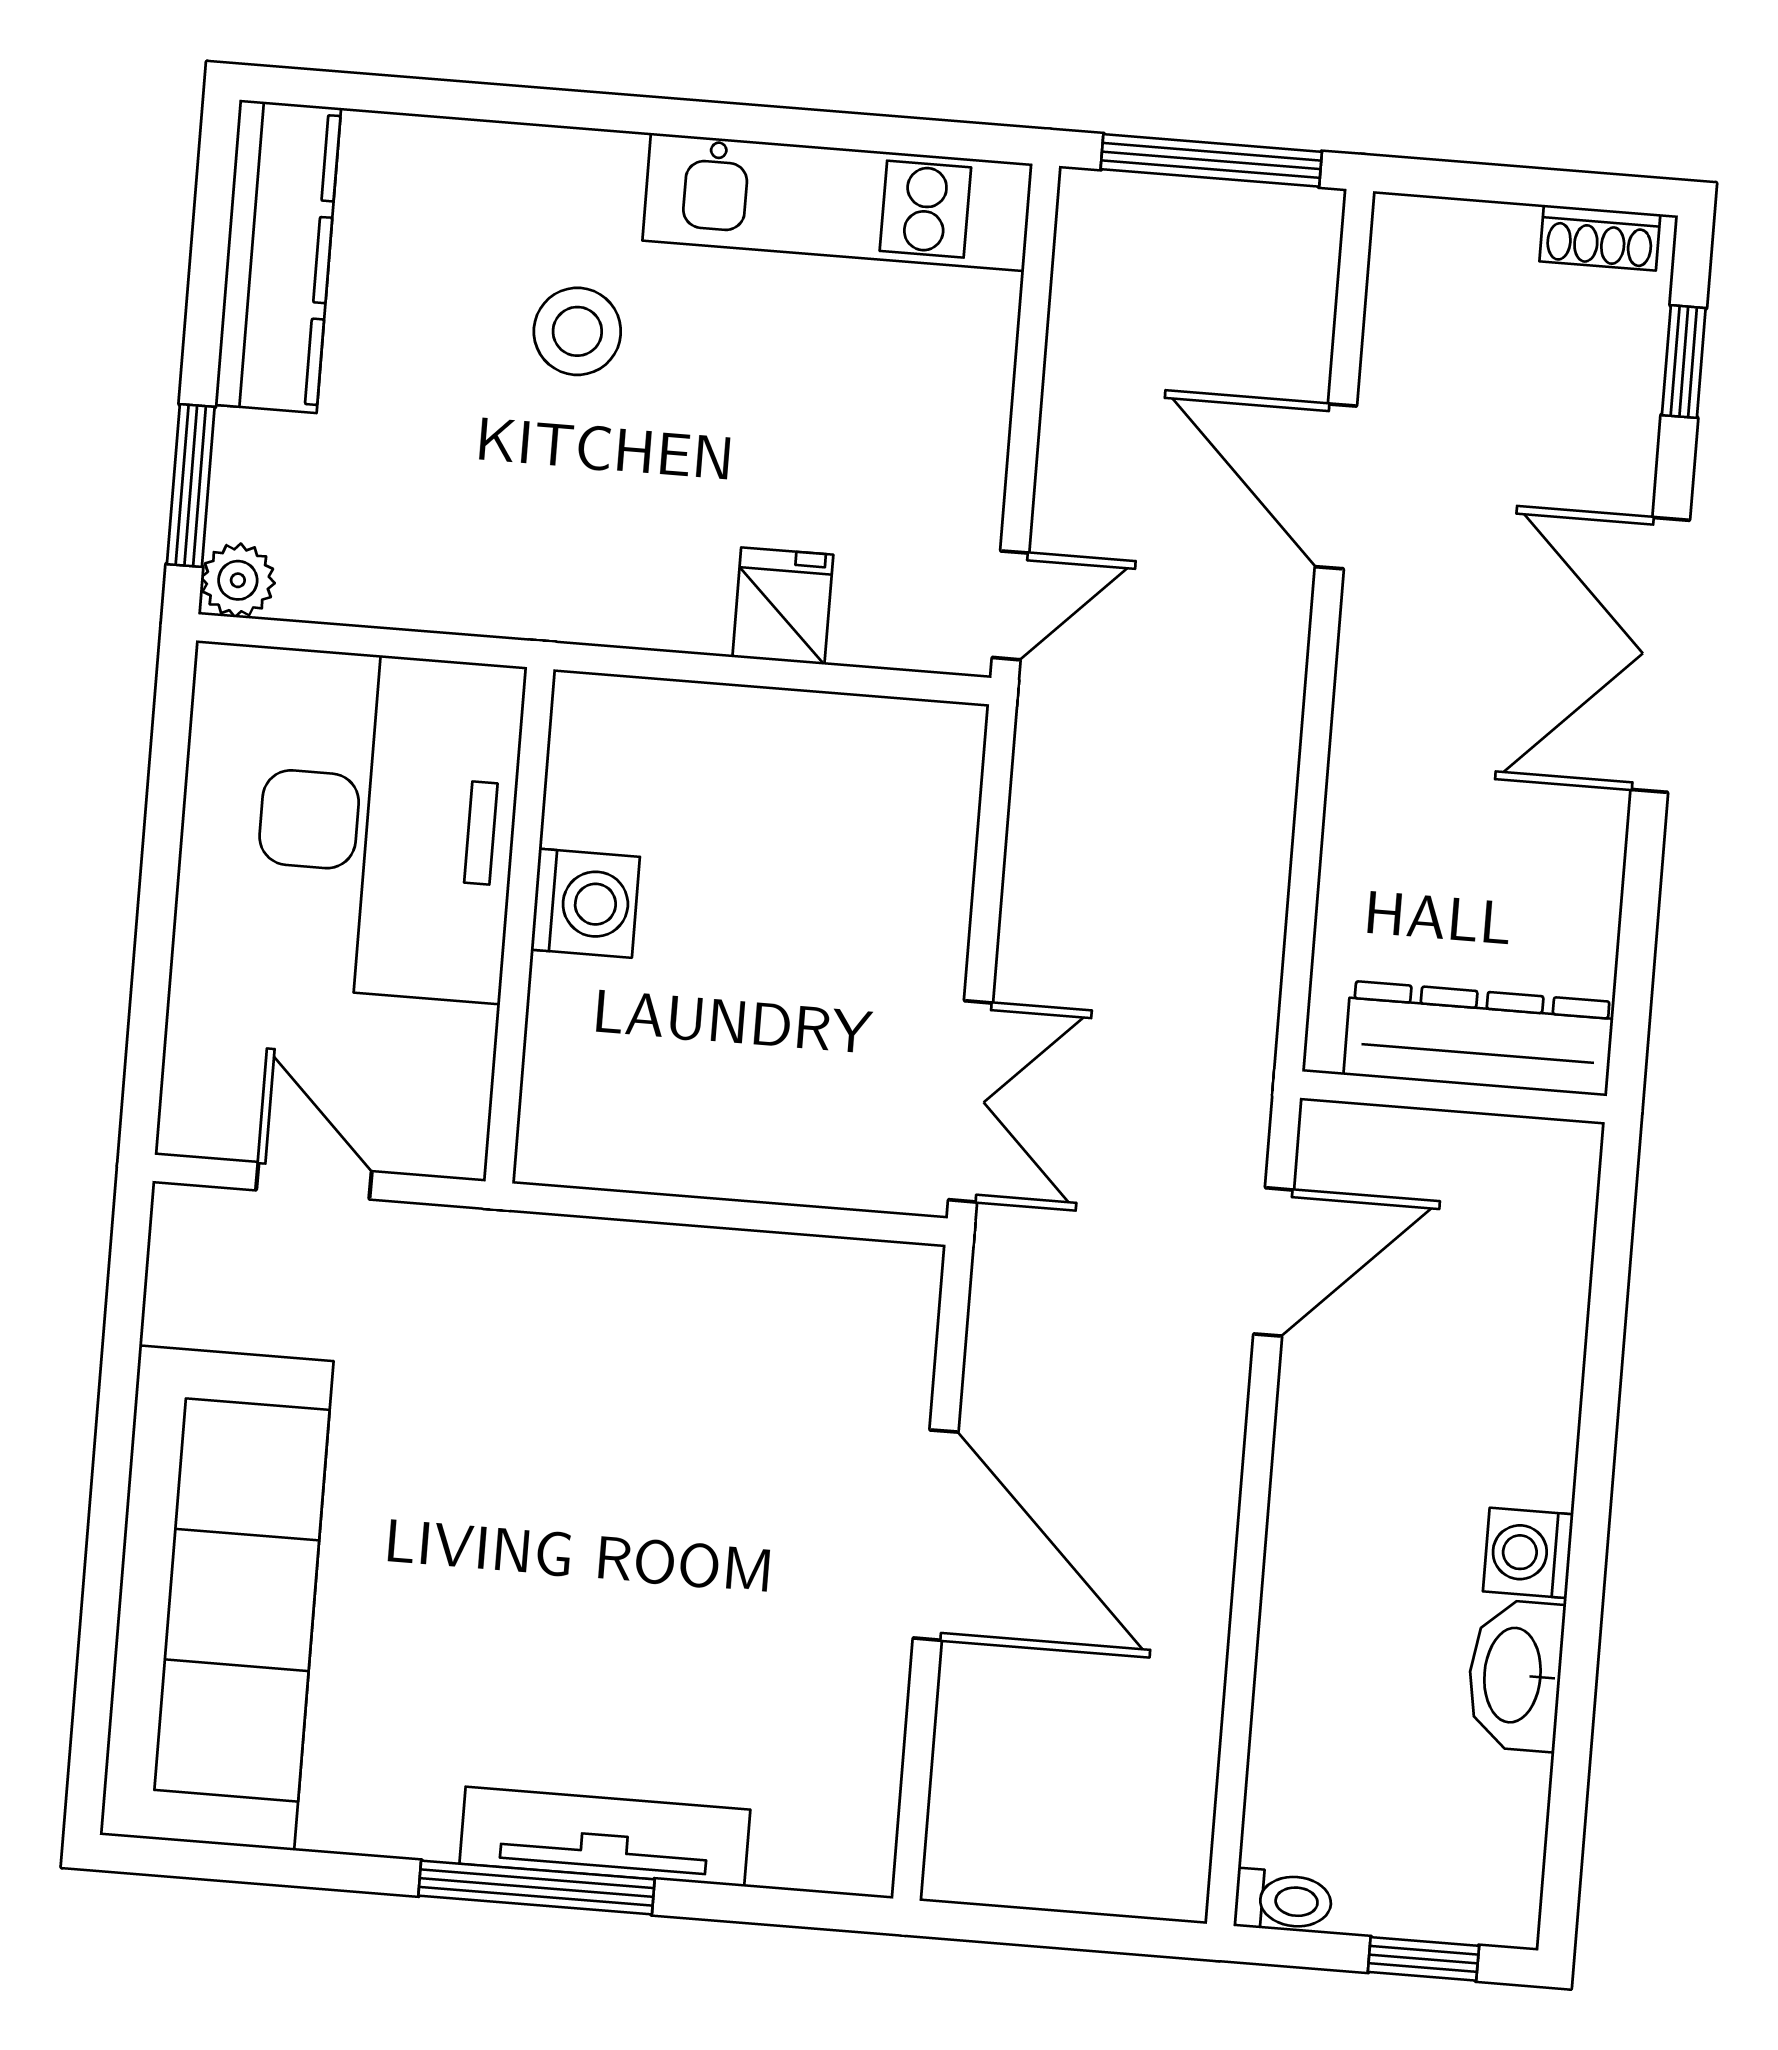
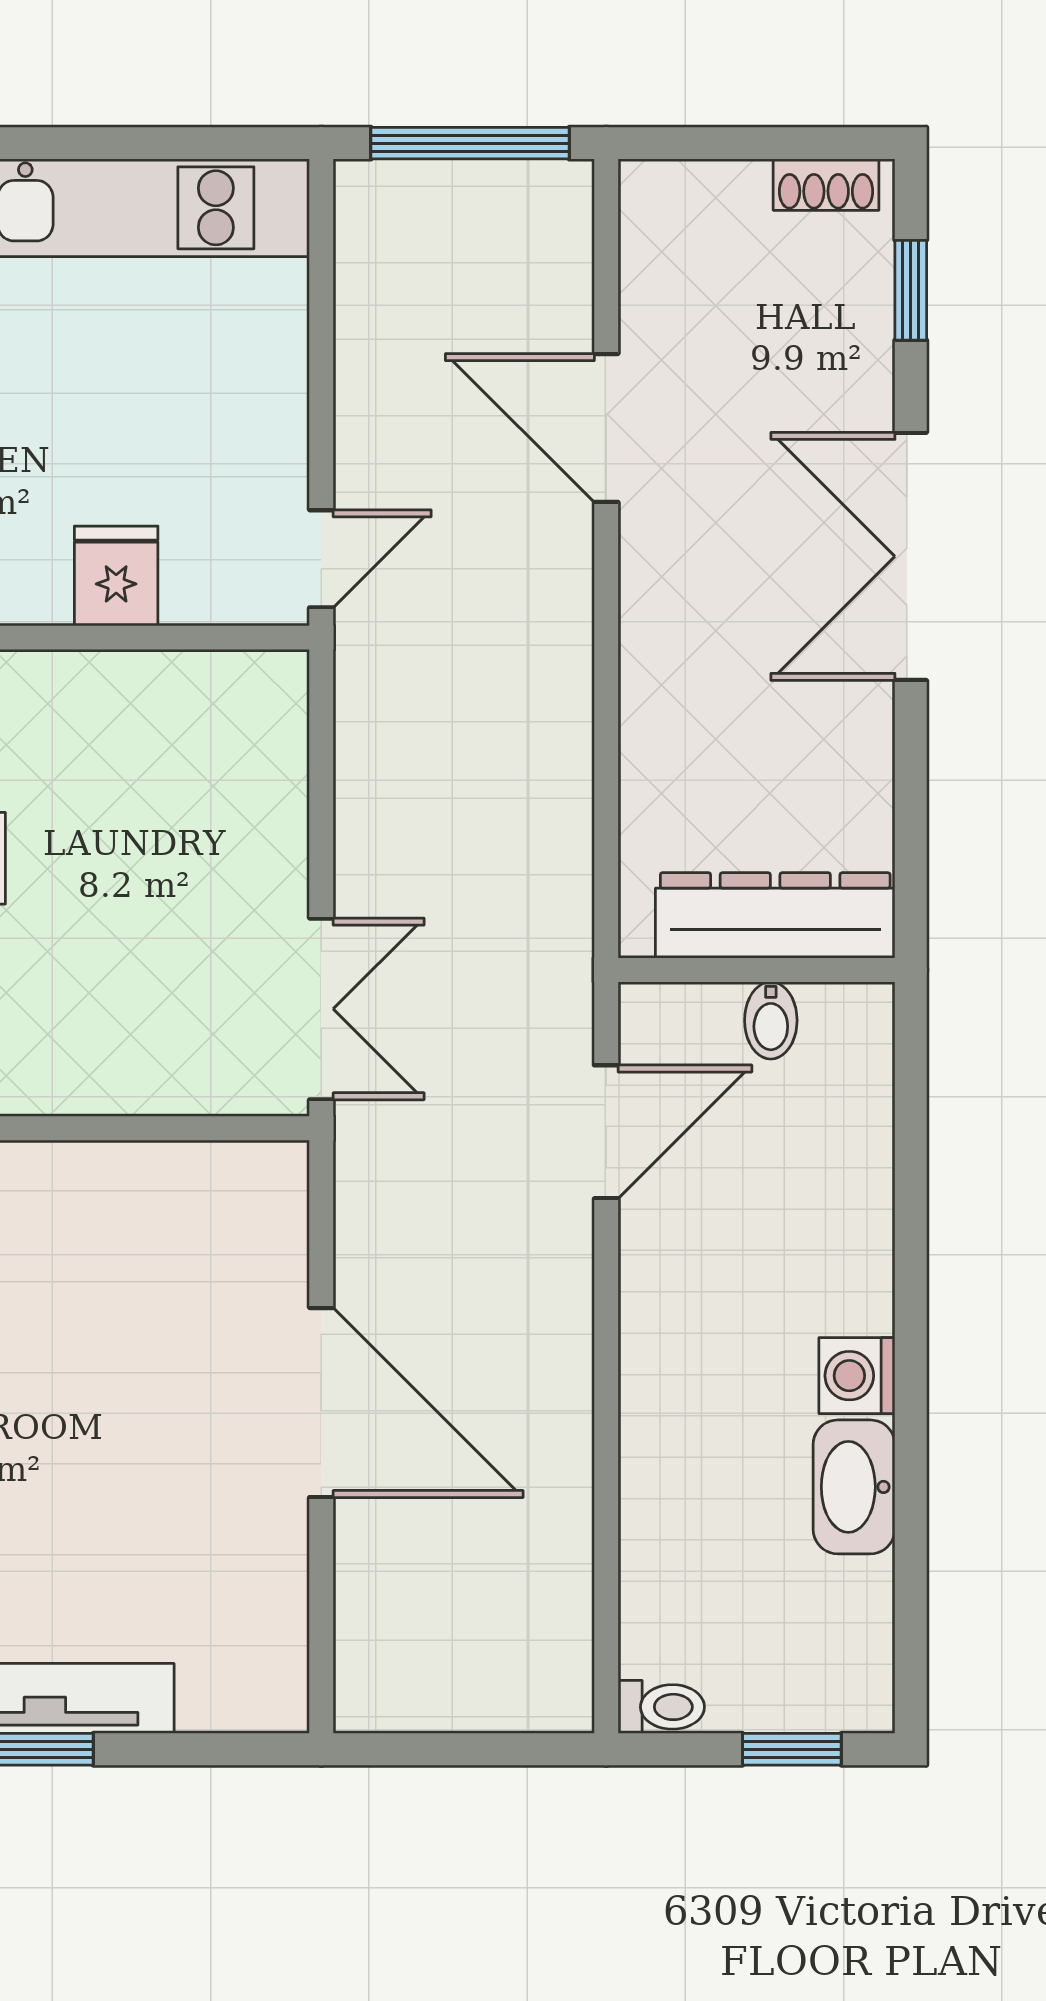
bidet: (1465, 1154) -> (771, 1020), added

